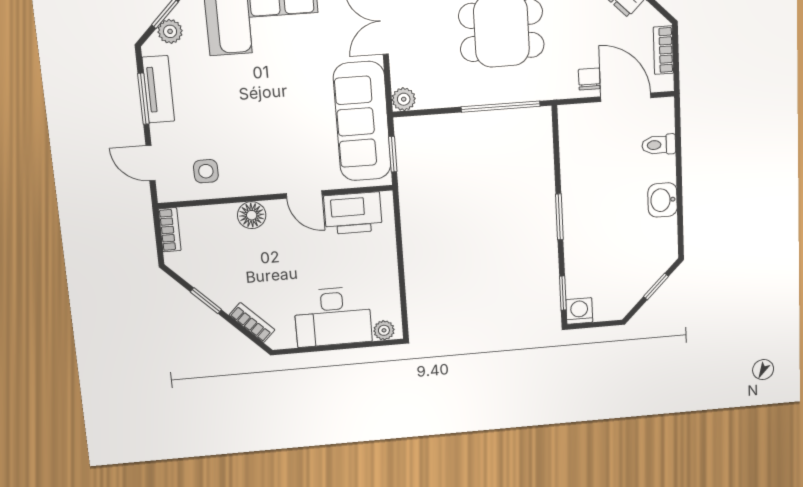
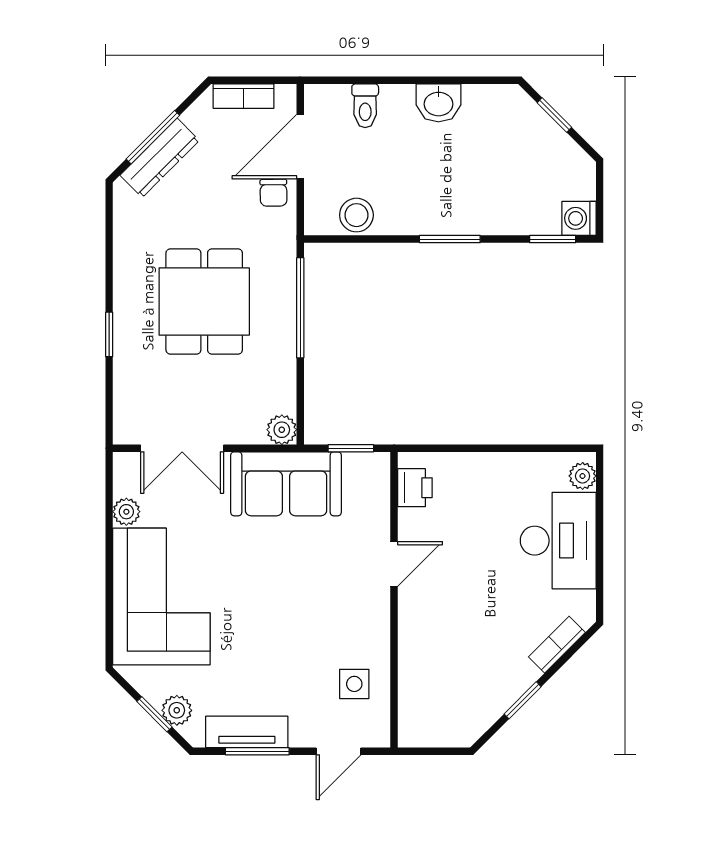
chair: (589, 79) -> (273, 193), turned -91
sofa: (362, 121) -> (286, 484), width x0.73
stool: (575, 145) -> (356, 215), added
printer: (353, 213) -> (415, 488), width x0.53, depth x0.68
floor lamp: (252, 215) -> (415, 632), removed
bookcase: (170, 230) -> (426, 736), removed

